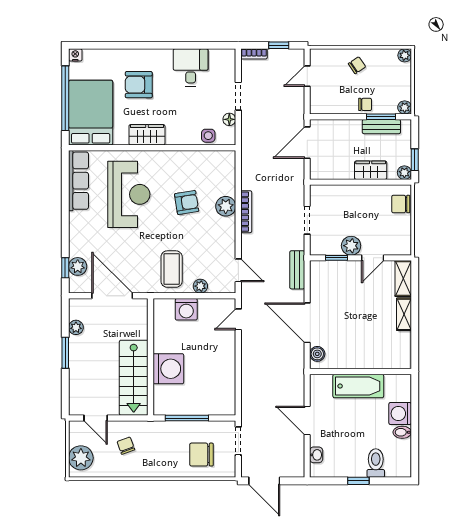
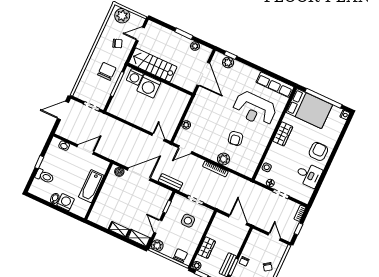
armchair: (139, 85) -> (318, 151), moved
side table: (343, 217) -> (188, 221), added
plant: (351, 246) -> (157, 246), moved
coffee table: (172, 269) -> (203, 113), removed
door: (112, 296) -> (203, 74), hinge flipped
washing machine: (186, 309) -> (135, 77), moved, turned -90
chair: (201, 455) -> (107, 71), moved

